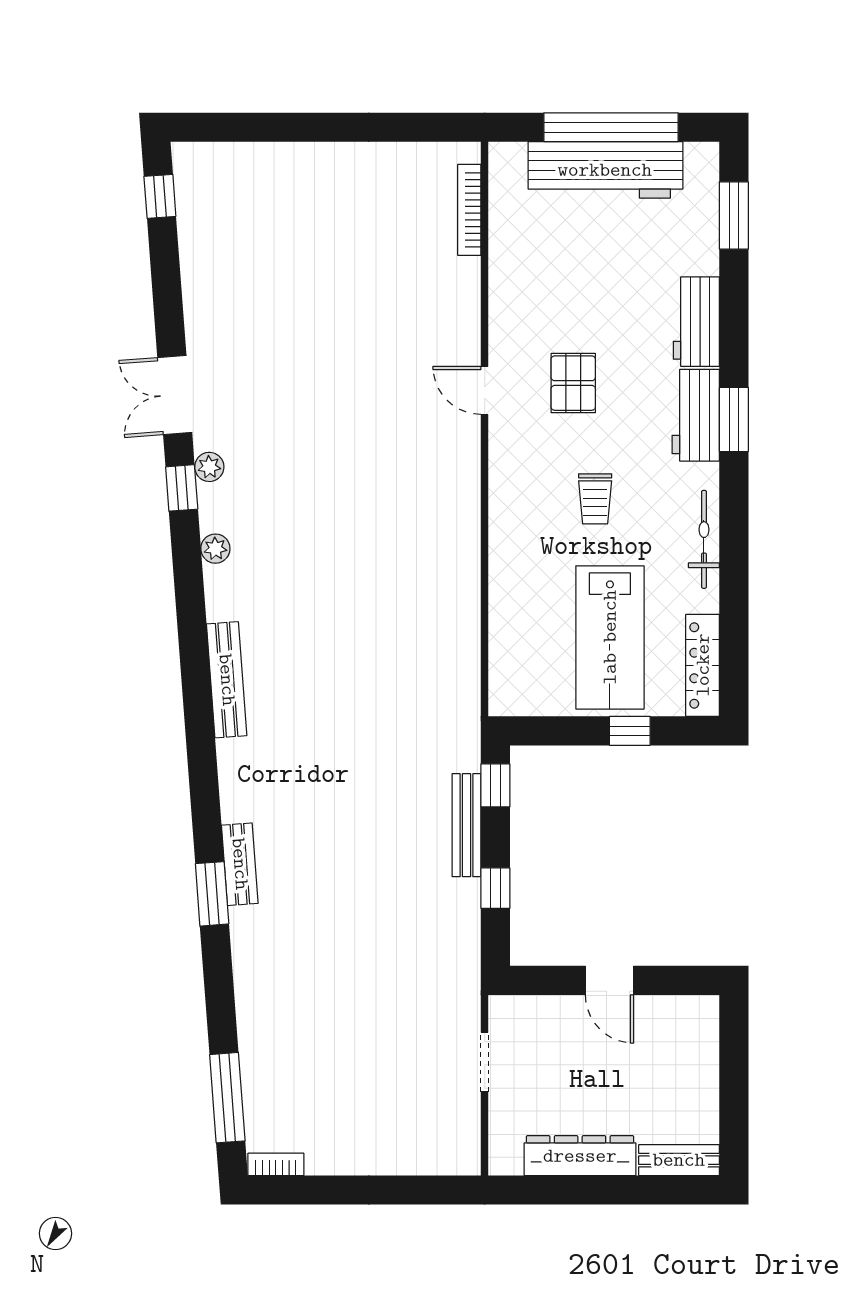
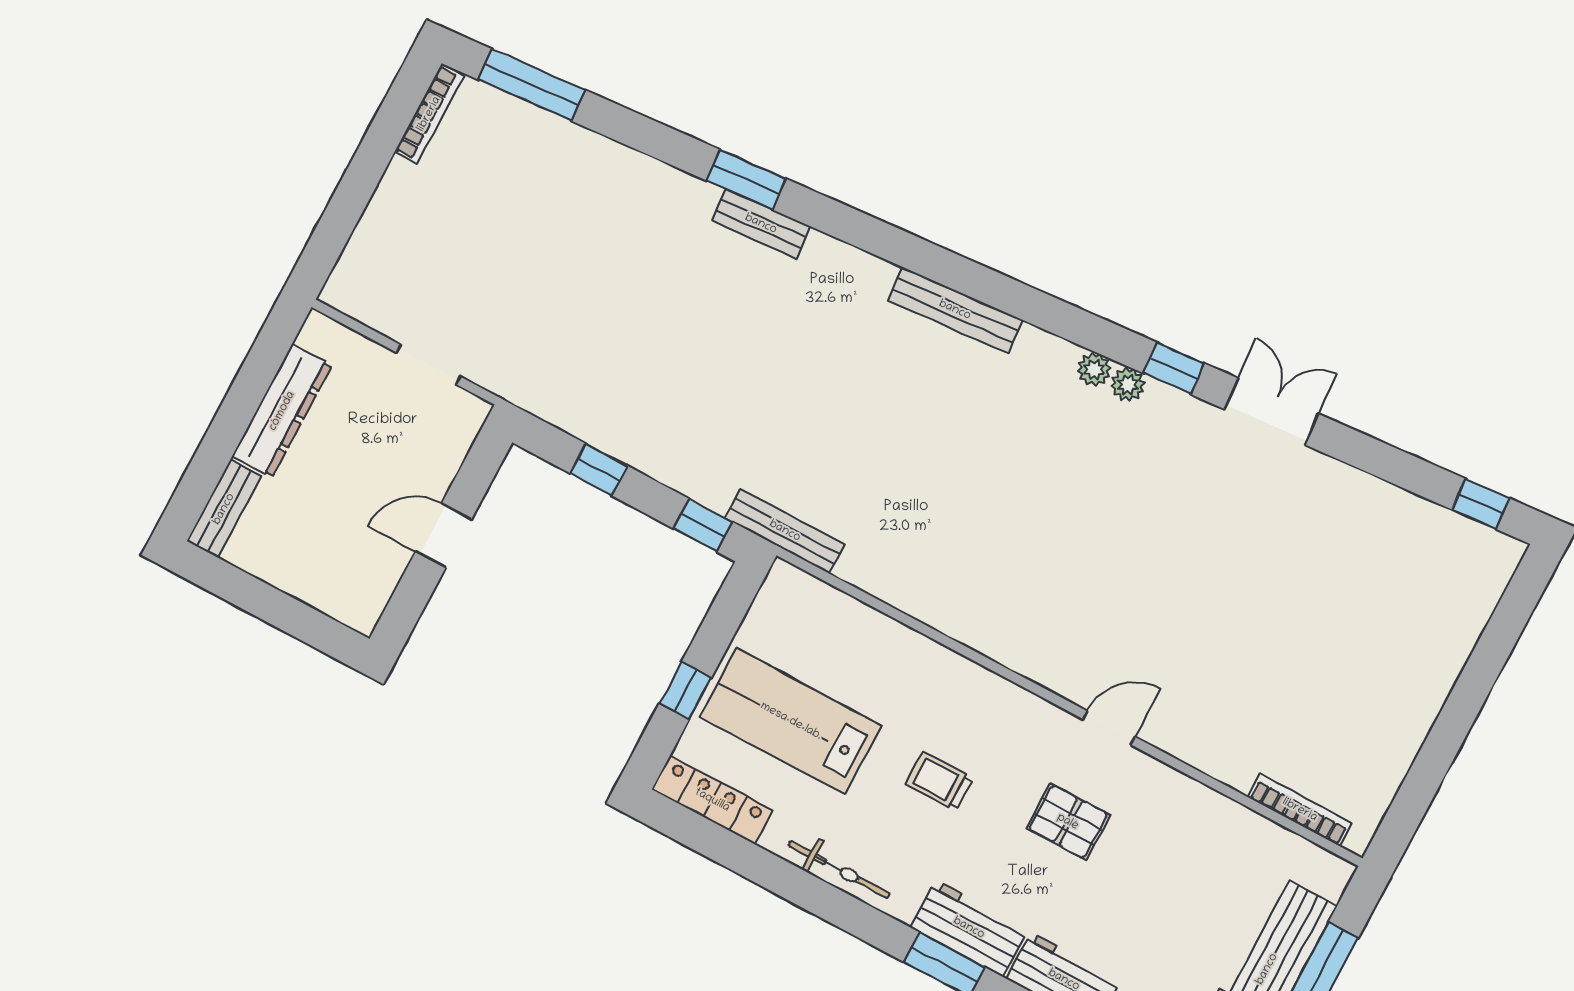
plant: (209, 467) -> (1128, 385), moved
bench: (467, 825) -> (785, 531), moved
bookcase: (276, 1164) -> (429, 114), width x1.56

